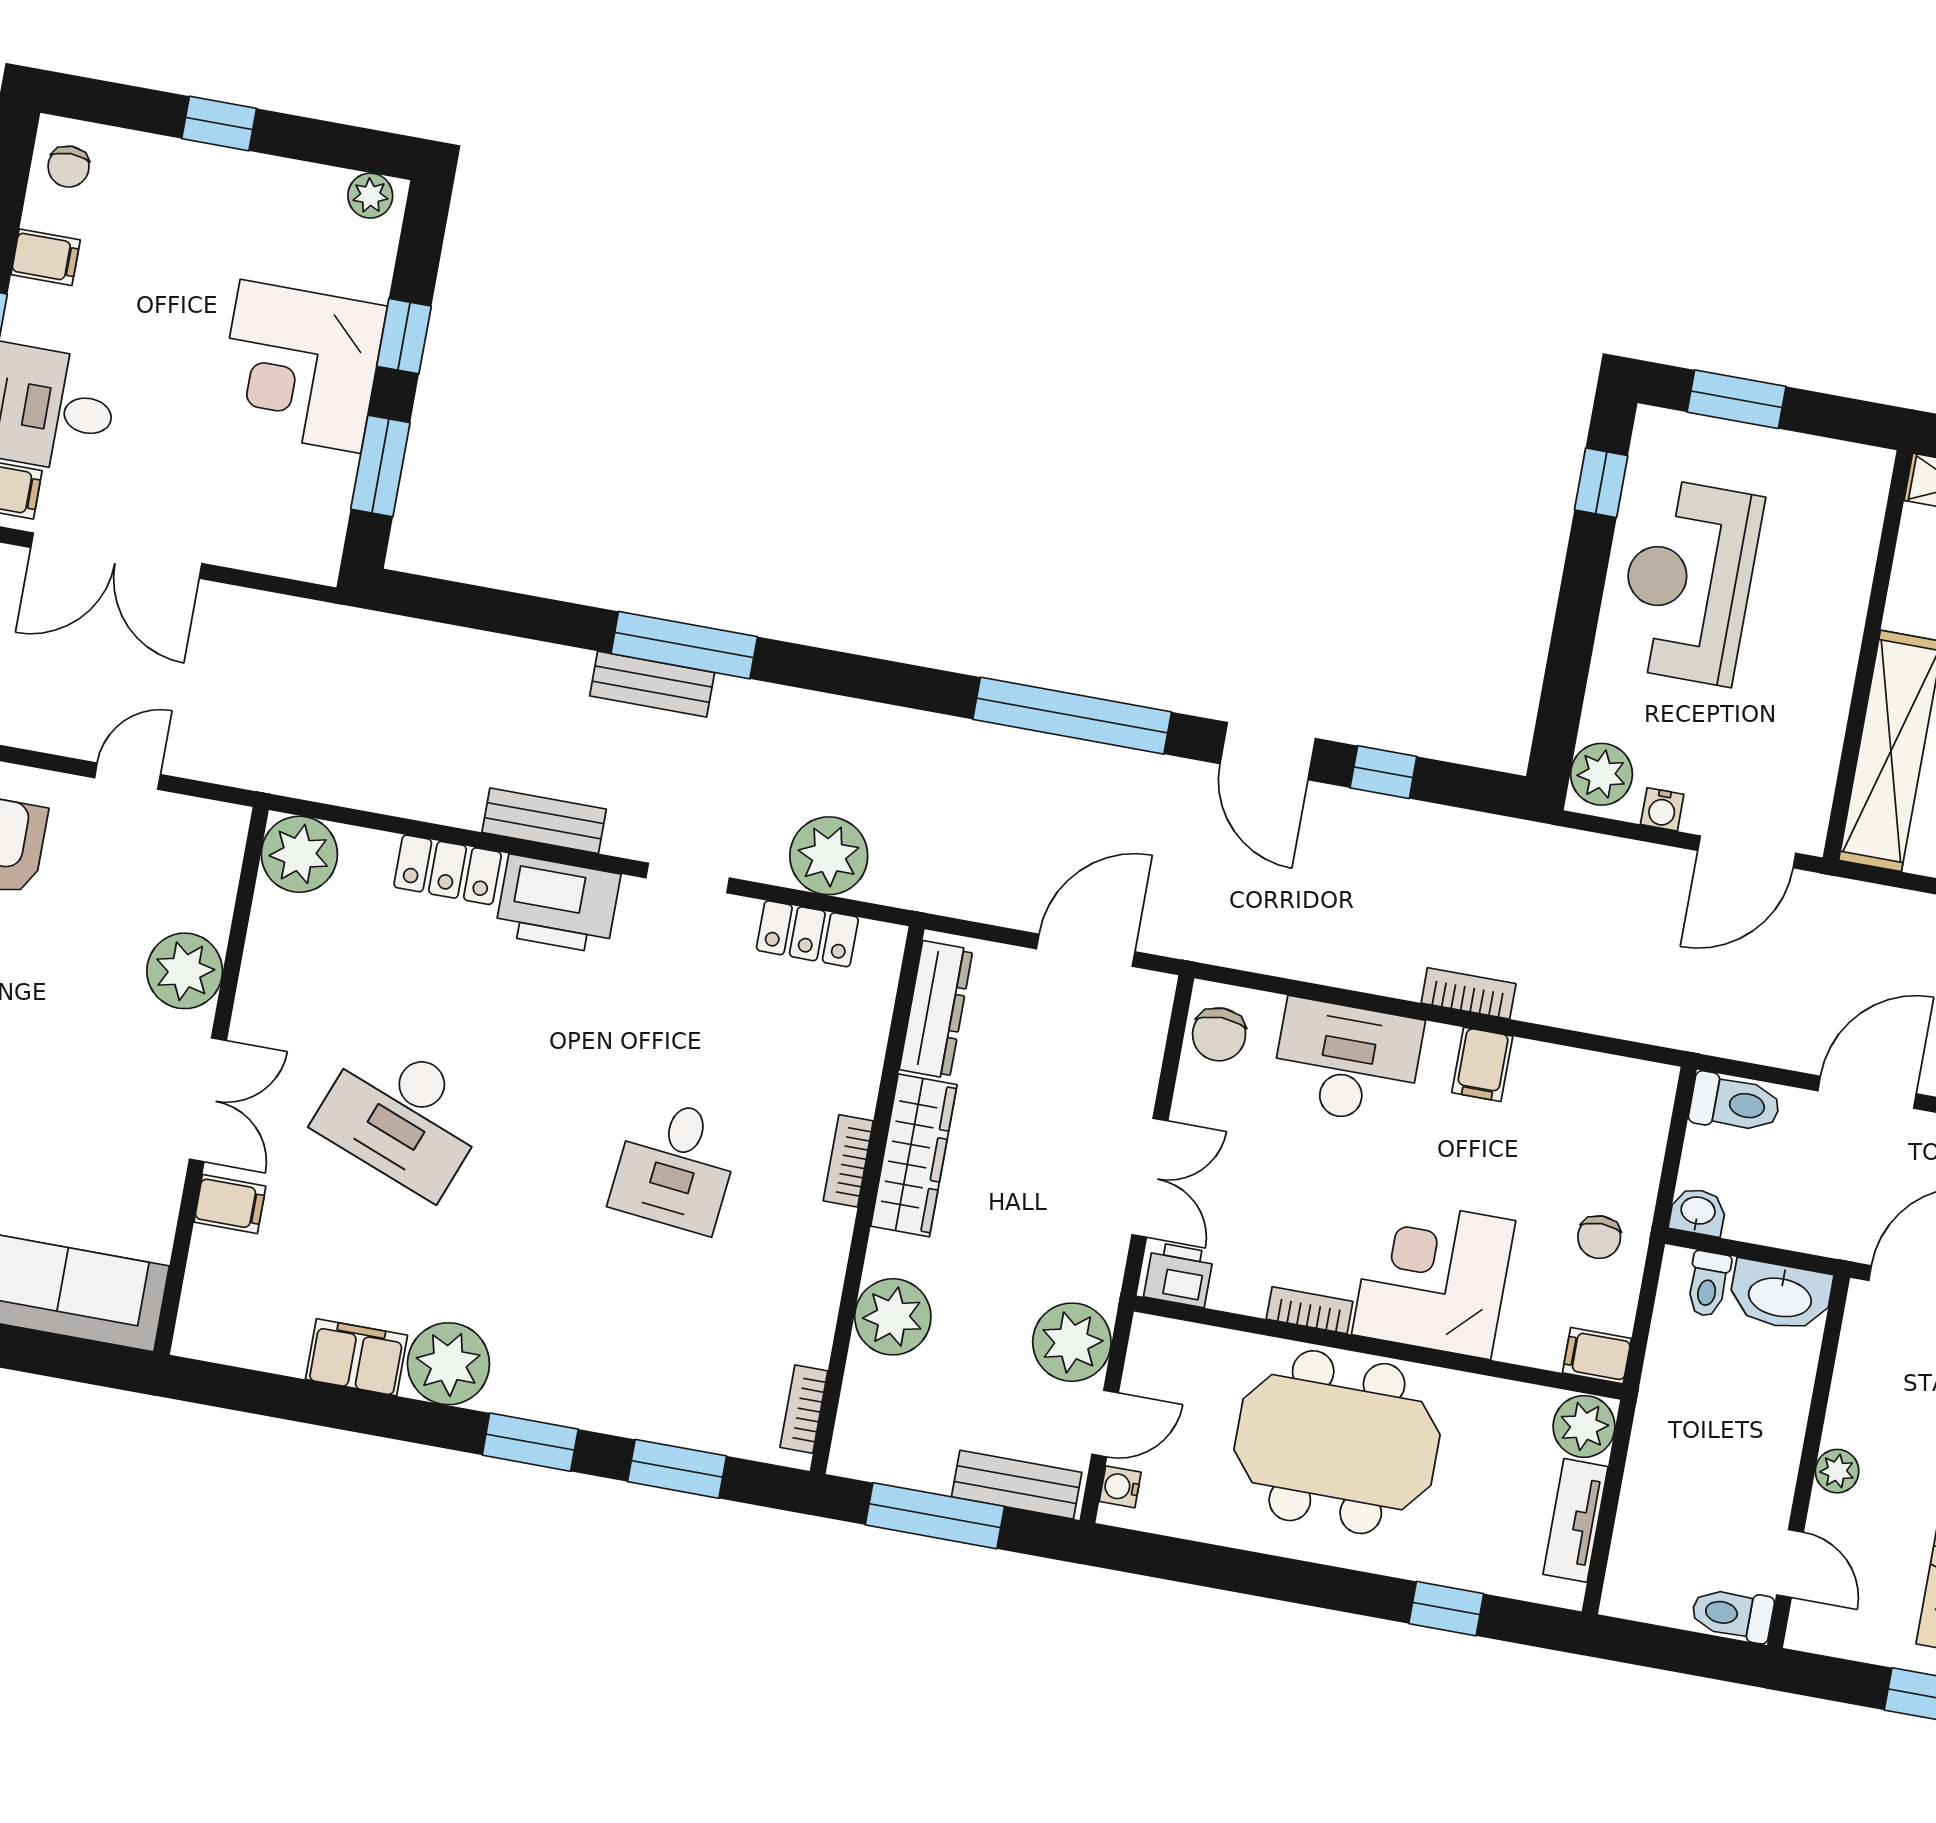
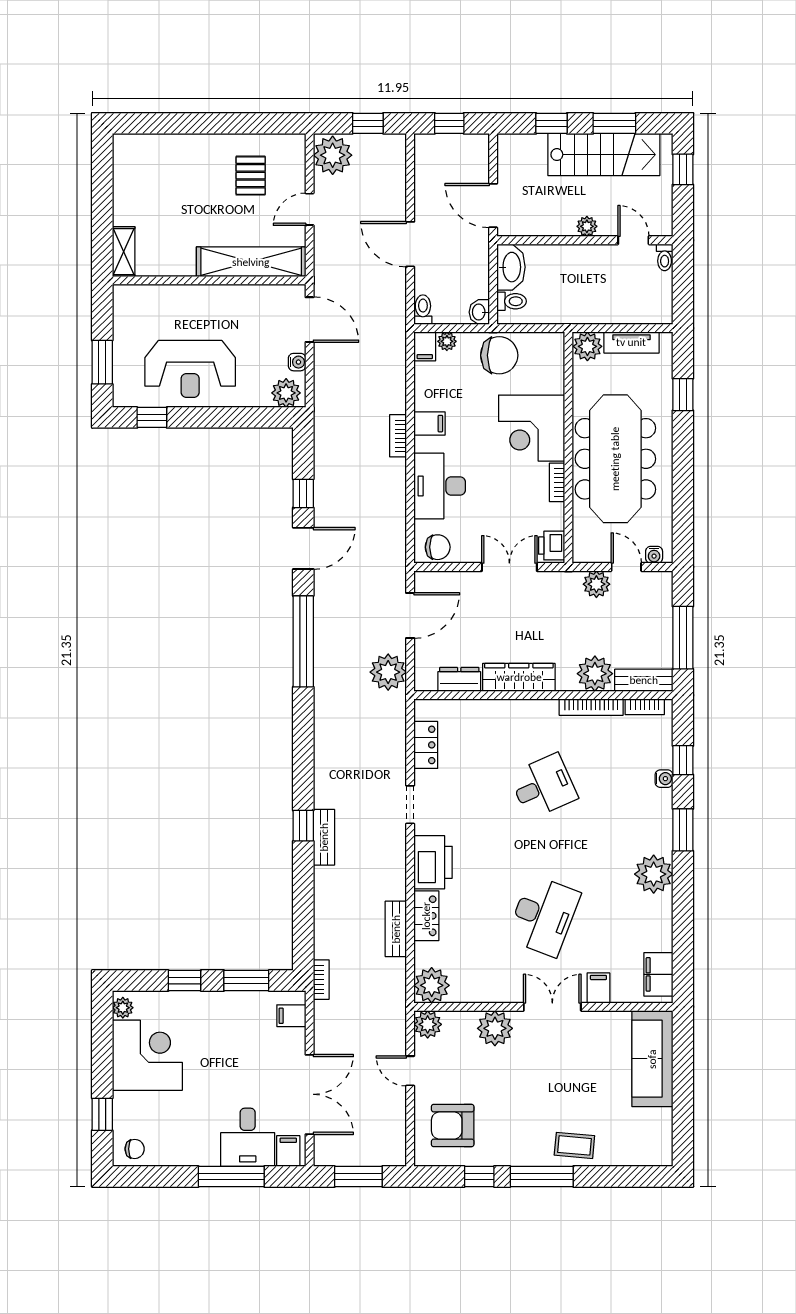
window: (219, 123) -> (102, 1114), moved
filing cabinet: (46, 257) -> (291, 1016), moved, turned -90
corner desk: (300, 366) -> (147, 1055), moved, turned -90
bookcase: (354, 624) -> (321, 980), added
window: (684, 645) -> (303, 826), width x0.46
bench: (544, 821) -> (396, 929), moved
plant: (218, 831) -> (428, 1024), added
plant: (829, 856) -> (388, 672), moved
door: (1086, 950) -> (410, 616), swing flipped
dresser: (936, 1010) -> (459, 679), width x0.70
toilet: (1735, 1103) -> (423, 310), width x0.73, depth x0.72
plant: (1648, 1133) -> (447, 341), added
bookcase: (848, 1161) -> (591, 707), moved, width x1.56
desk: (676, 1165) -> (543, 786), turned -30
chair: (1599, 1237) -> (499, 355), width x1.87, depth x1.87
plant: (1072, 1342) -> (596, 584), width x0.73, depth x0.73
filing cabinet: (1597, 1356) -> (425, 346), moved
filing cabinet: (356, 1357) -> (658, 974), moved
water cooler: (645, 1422) -> (664, 779), added
meeting table: (1337, 1442) -> (615, 459), width x1.36
window: (677, 1469) -> (683, 760), width x0.67
bench: (1017, 1485) -> (644, 680), moved, turned 90
door: (1790, 1564) -> (633, 240), hinge flipped
toilet: (1732, 1614) -> (665, 257), width x0.73, depth x0.72

